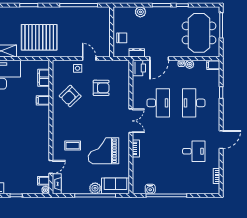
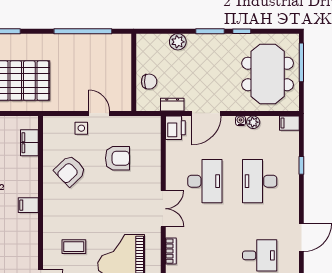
filing cabinet: (43, 100) -> (28, 205), moved

